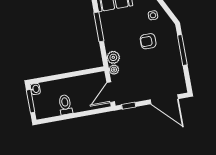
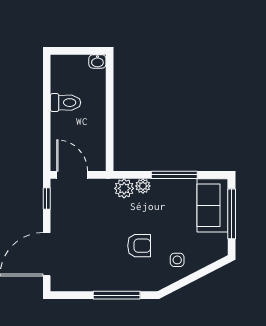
armchair: (148, 41) -> (139, 246), turned 90
plant: (114, 70) -> (143, 186), moved
window: (31, 101) -> (80, 51), removed

